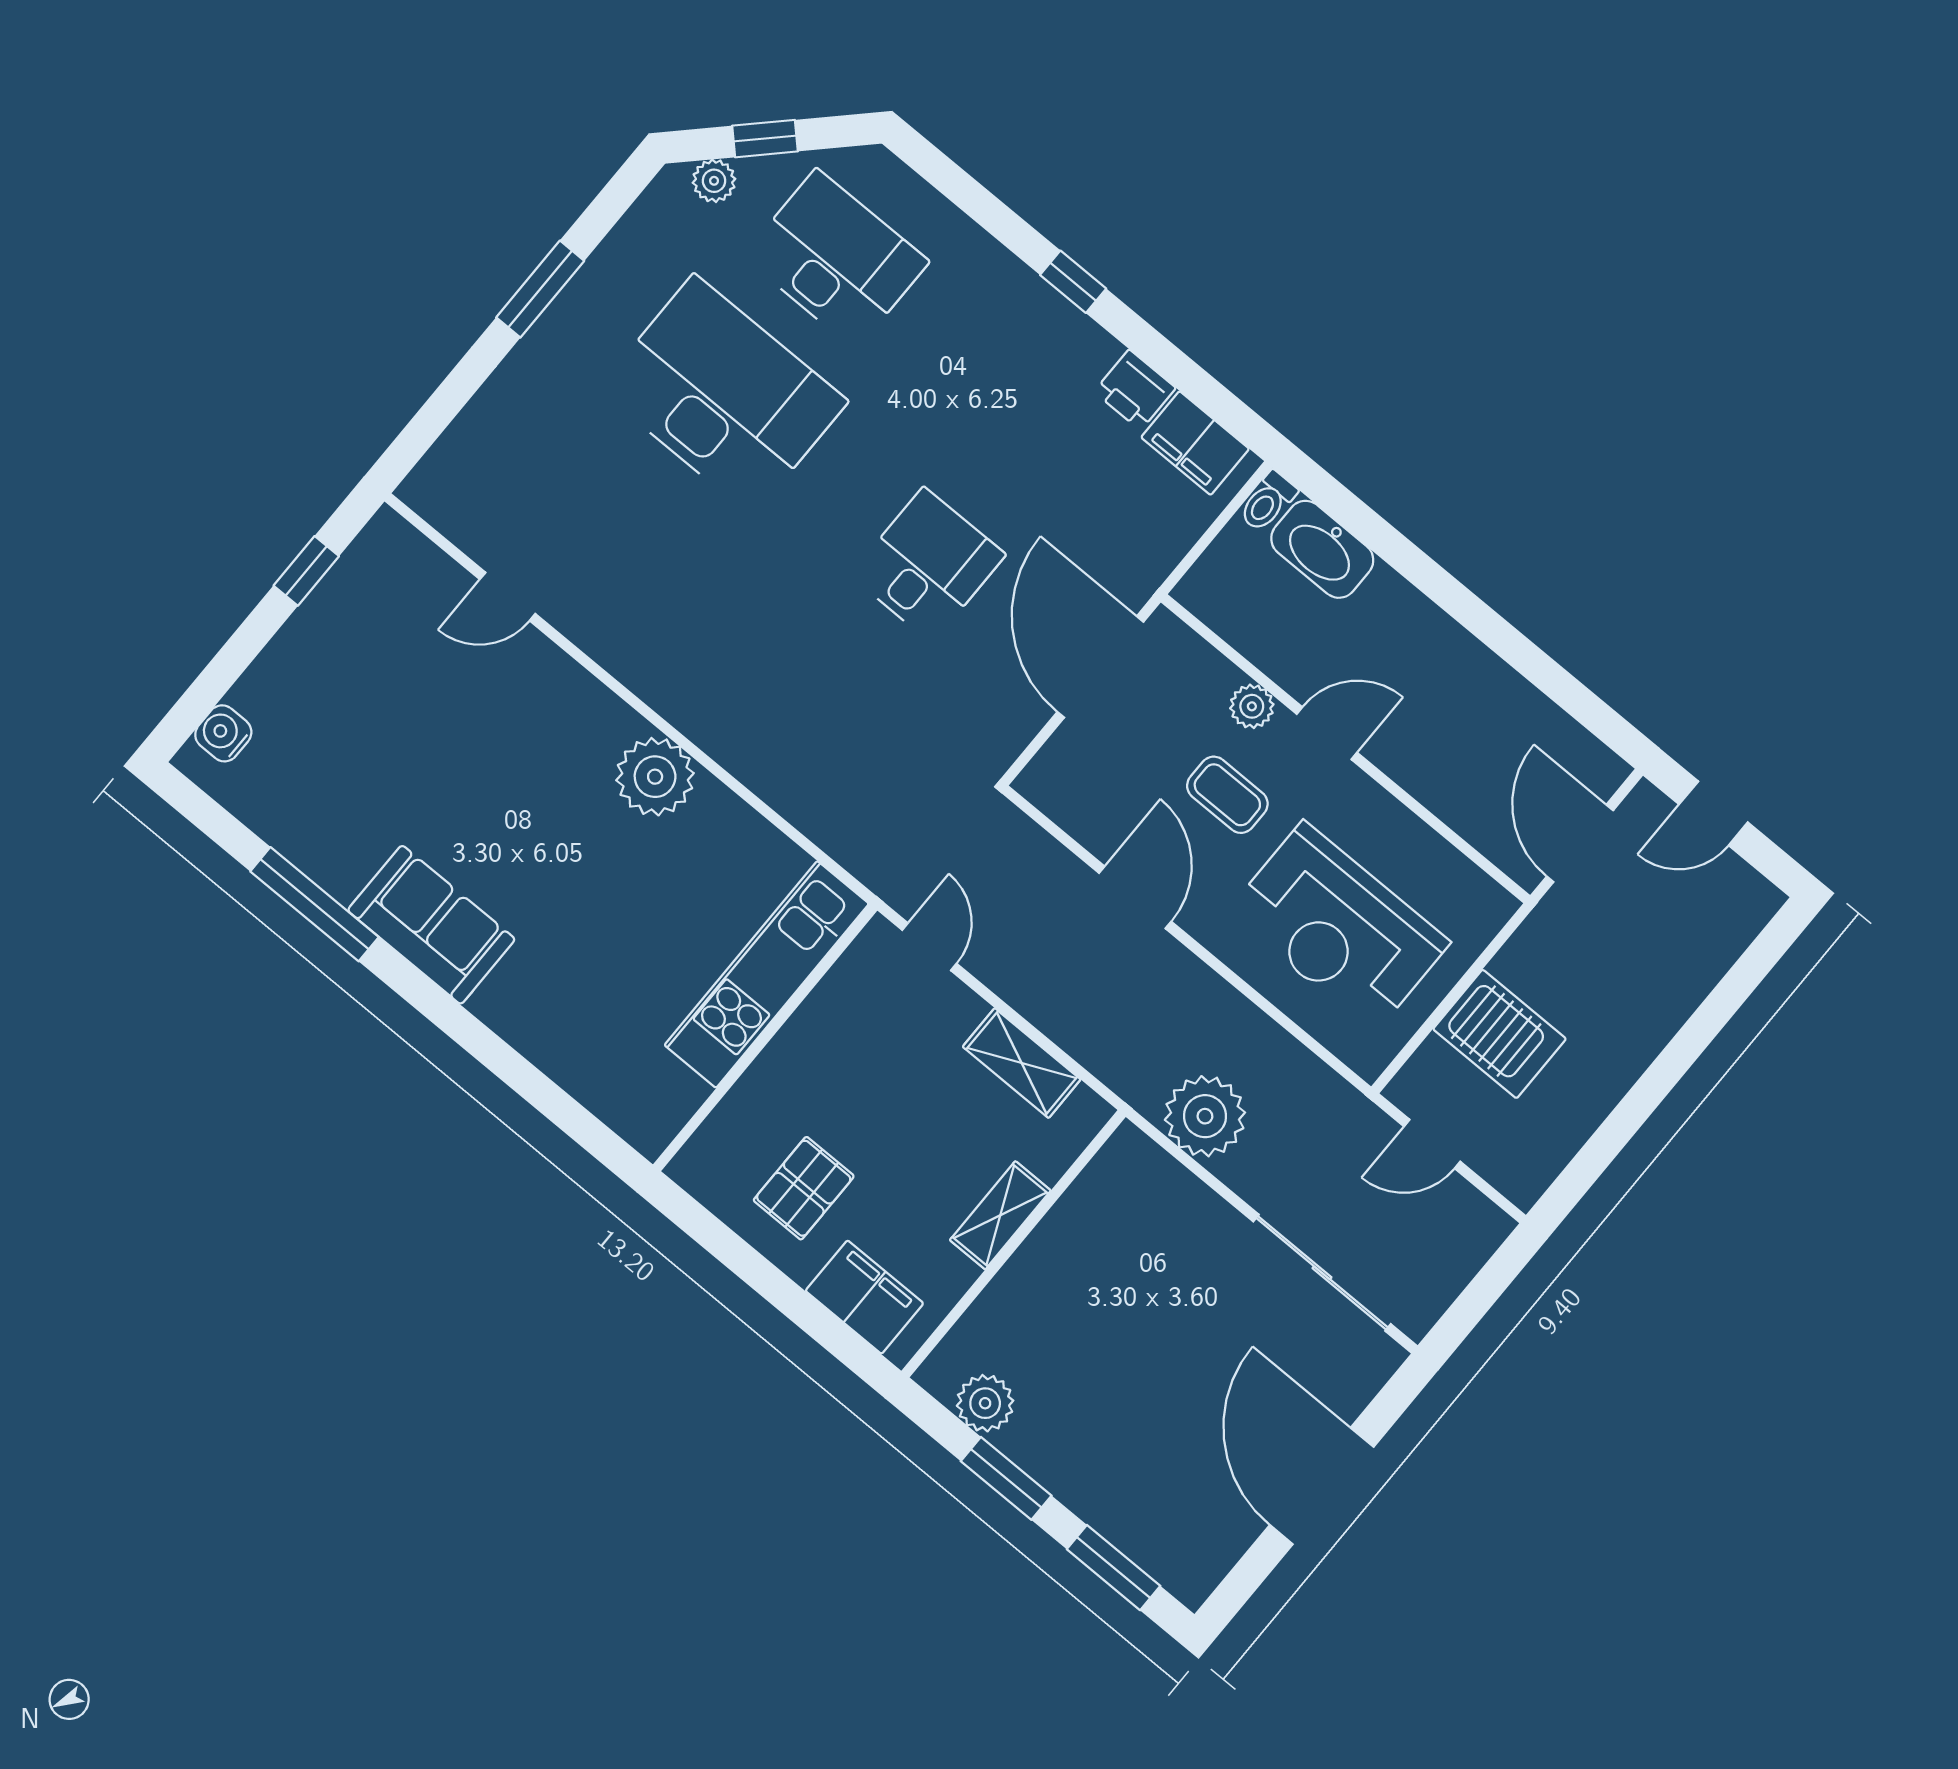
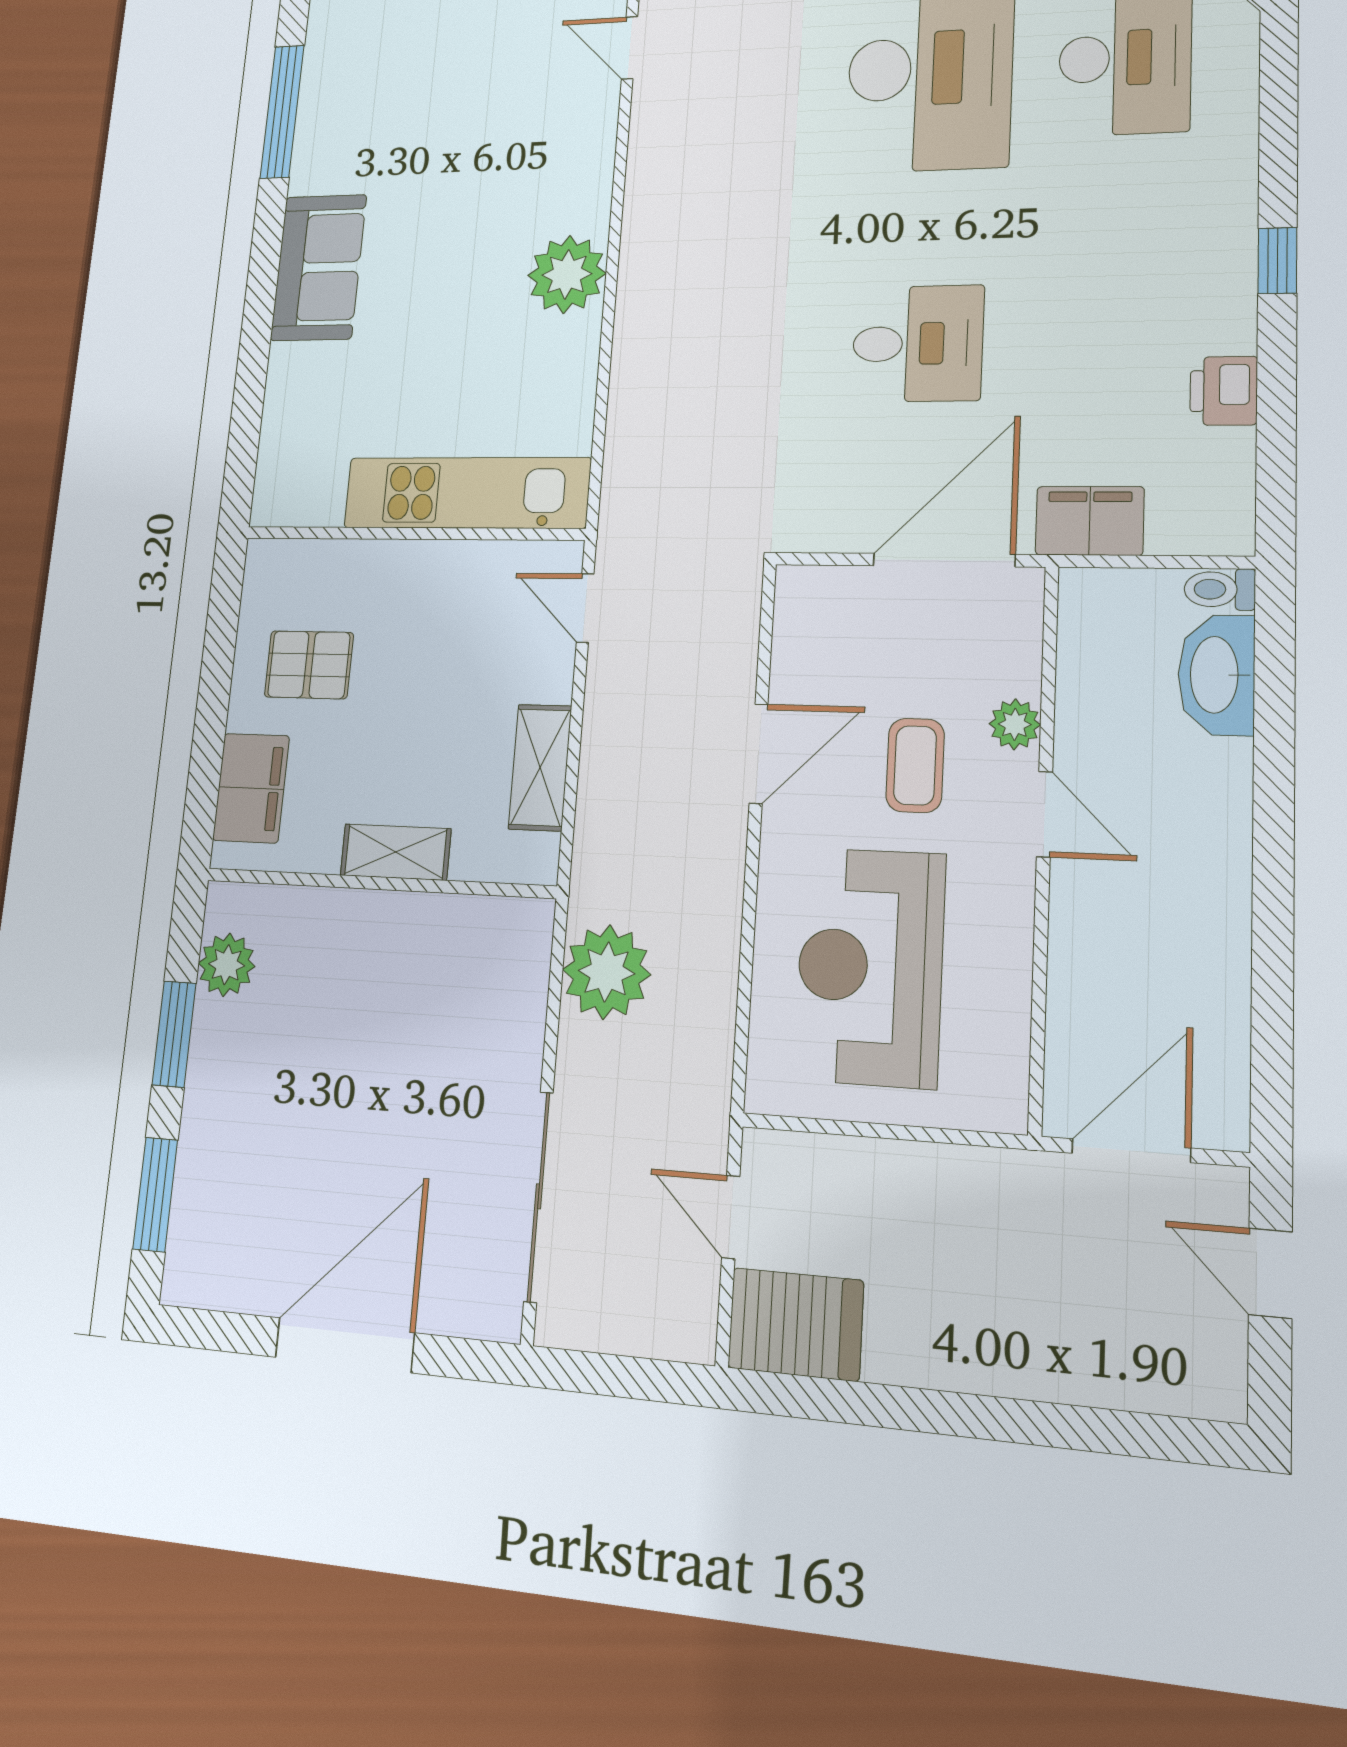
filing cabinet: (1195, 443) -> (1090, 521), moved, turned 90
sofa: (431, 925) -> (319, 267), moved
door: (929, 947) -> (585, 608), swing flipped
server rack: (1500, 1034) -> (796, 1324), moved, turned -90

